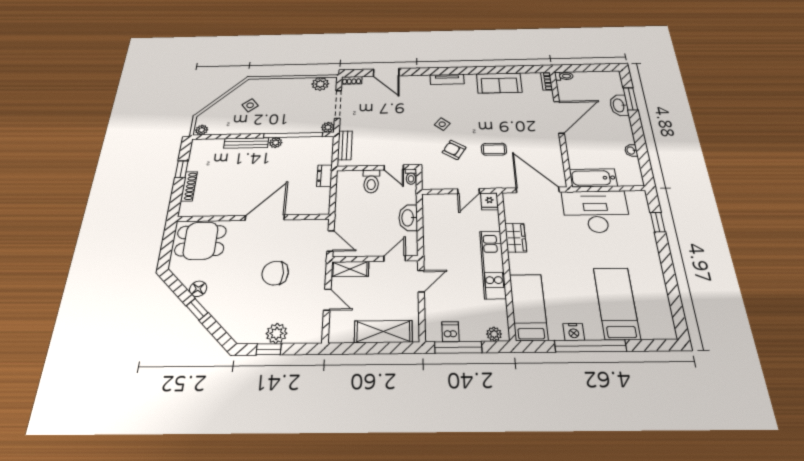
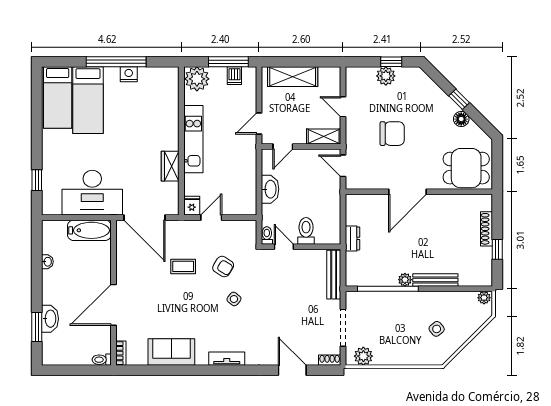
plant: (328, 127) -> (352, 298), removed
bench: (345, 145) -> (334, 275), width x1.36
bed: (528, 307) -> (58, 97), moved
plant: (494, 334) -> (197, 79), width x1.88, depth x1.88

